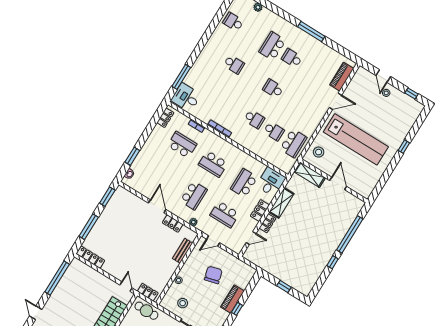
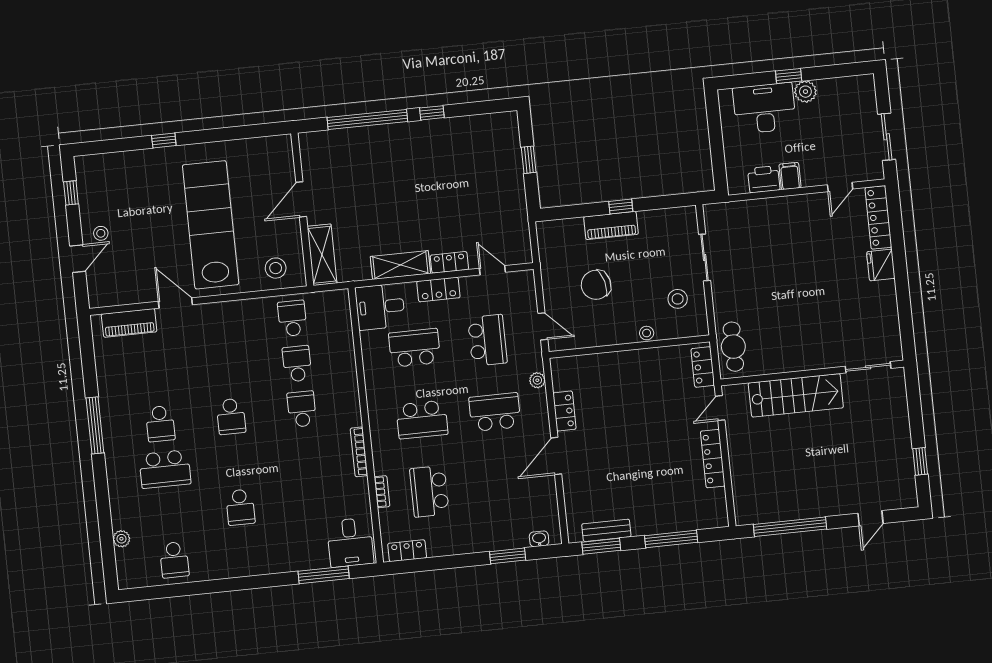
school desk: (234, 64) -> (240, 507), turned 180
school desk: (293, 143) -> (292, 318), width x0.54
school desk: (213, 164) -> (422, 420), turned 90
school desk: (244, 183) -> (415, 348), turned 180
bench: (183, 251) -> (606, 530), moved
locker: (91, 257) -> (713, 459), moved

